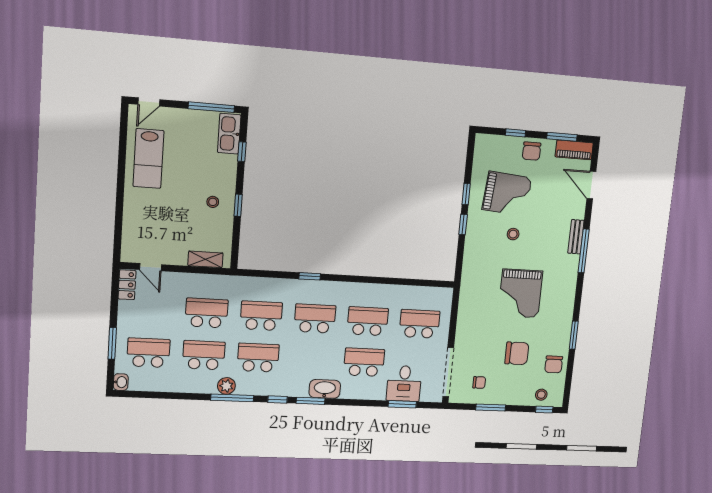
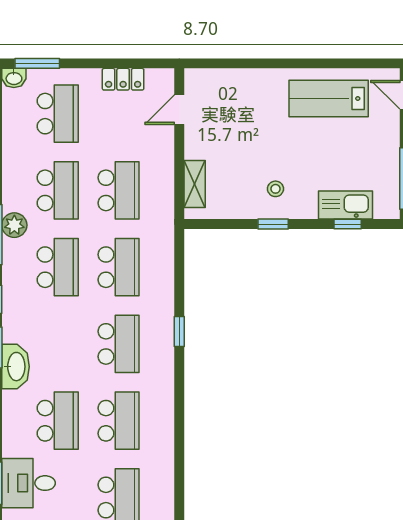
kitchen sink: (229, 134) -> (345, 205), moved
locker: (127, 285) -> (123, 79), moved
window: (112, 343) -> (37, 63), moved

